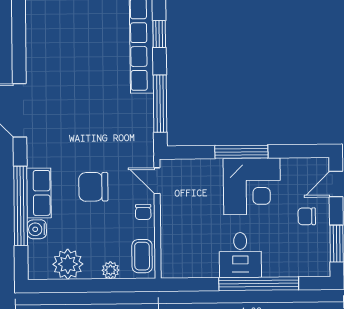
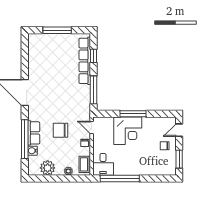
corner desk: (252, 186) -> (128, 131), moved
desk: (240, 255) -> (103, 164), moved
window: (259, 284) -> (120, 178), moved

